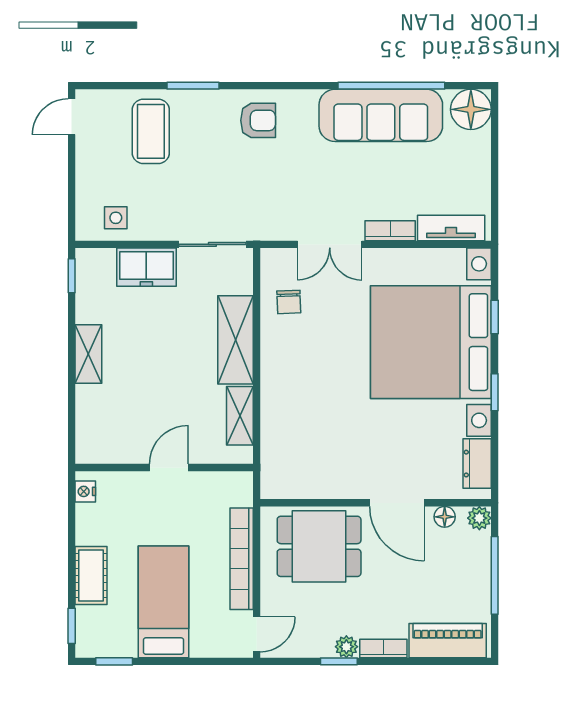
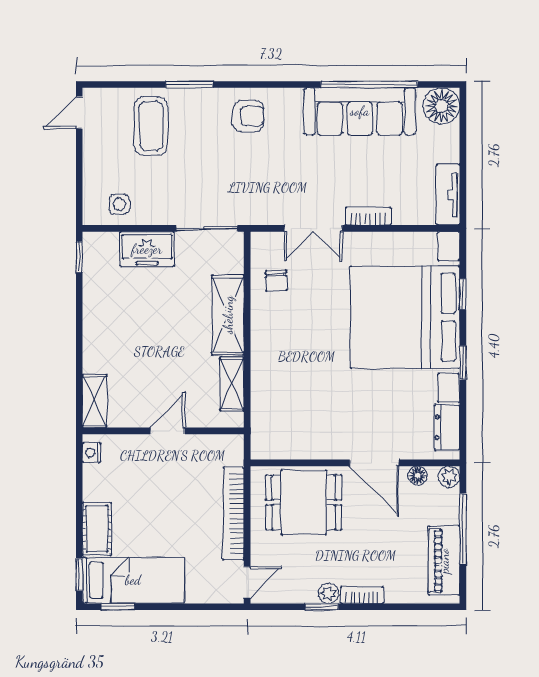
tv unit: (451, 228) -> (448, 195), moved, turned -90
shelving: (88, 354) -> (94, 401), moved
bed: (163, 602) -> (133, 580), moved, turned 90
piano: (448, 641) -> (444, 561), moved, turned -90

